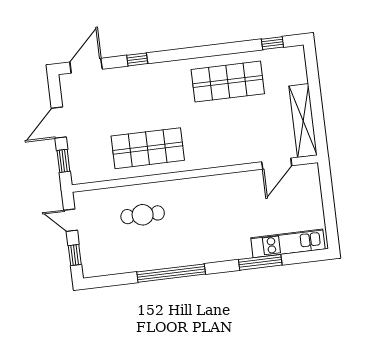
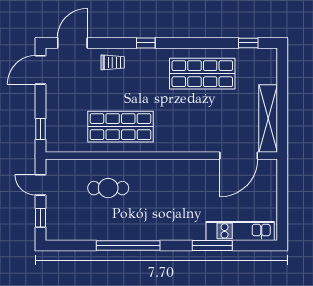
window: (137, 59) -> (146, 43), moved
trolley: (131, 81) -> (113, 62), added
door: (59, 123) -> (41, 70), moved
door: (277, 164) -> (239, 156), width x1.36

